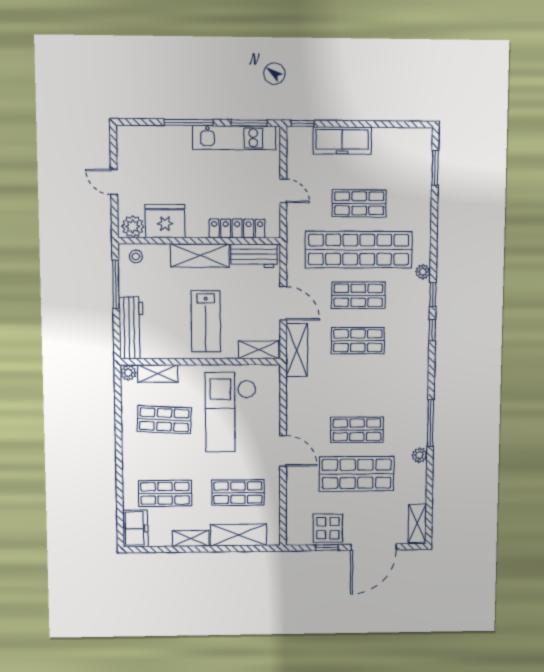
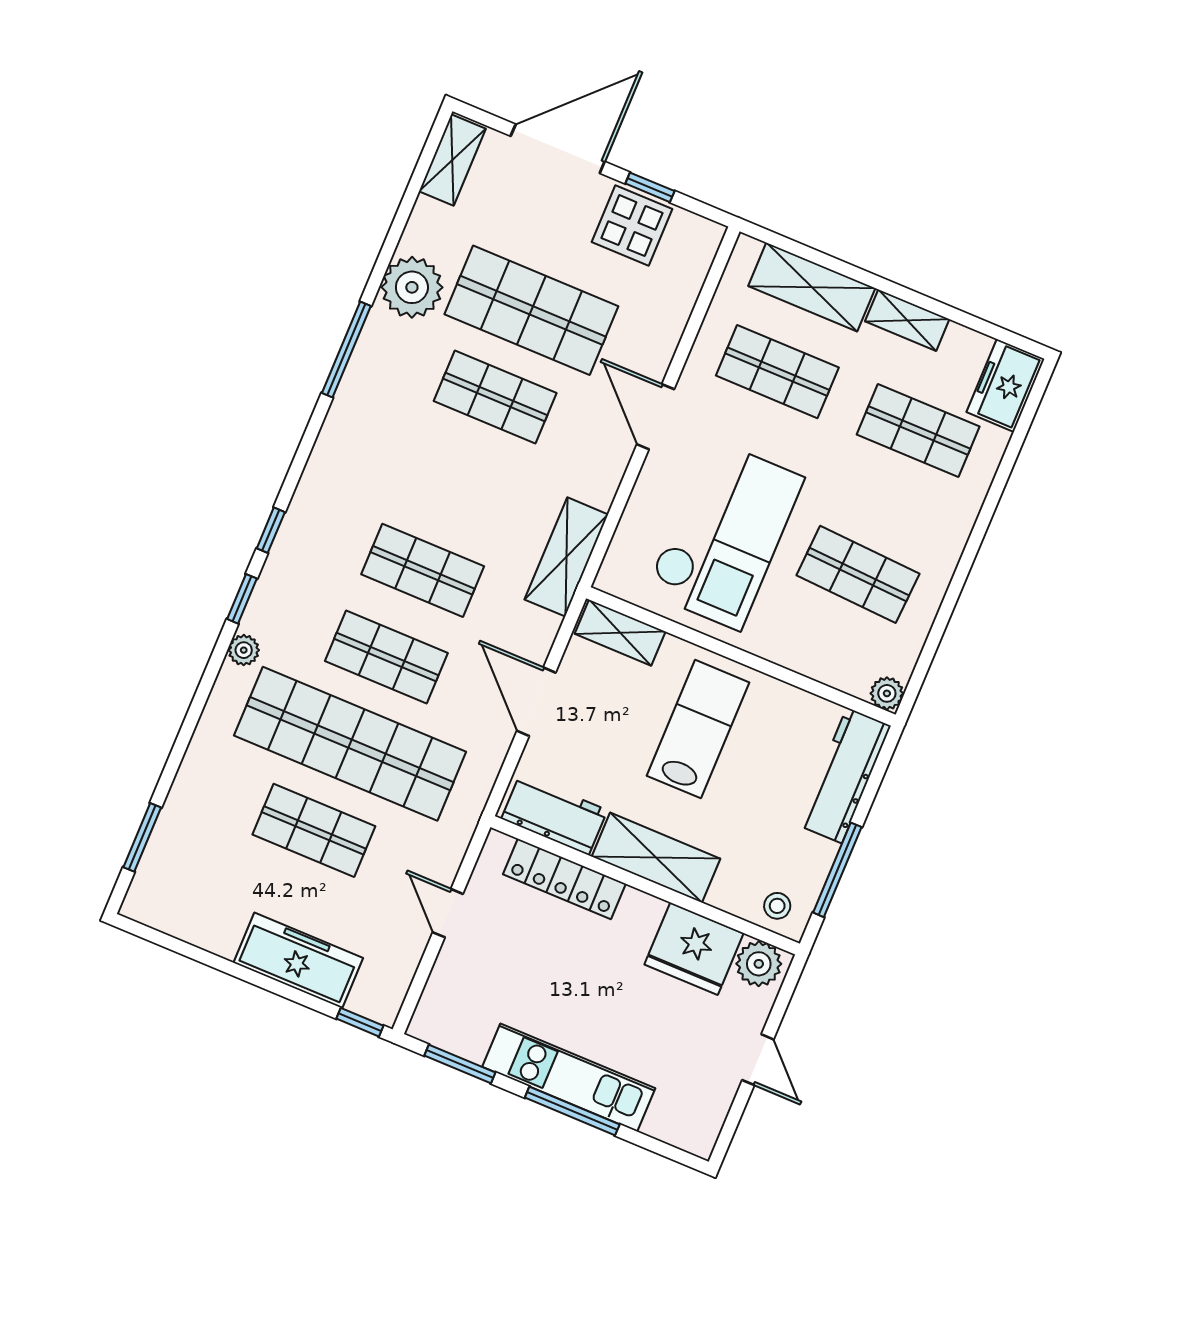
kitchen unit: (234, 138) -> (569, 1078), moved
shelving: (297, 350) -> (566, 557), moved
shelving: (158, 374) -> (832, 668), removed
plant: (420, 455) -> (412, 287), width x1.87, depth x1.87

